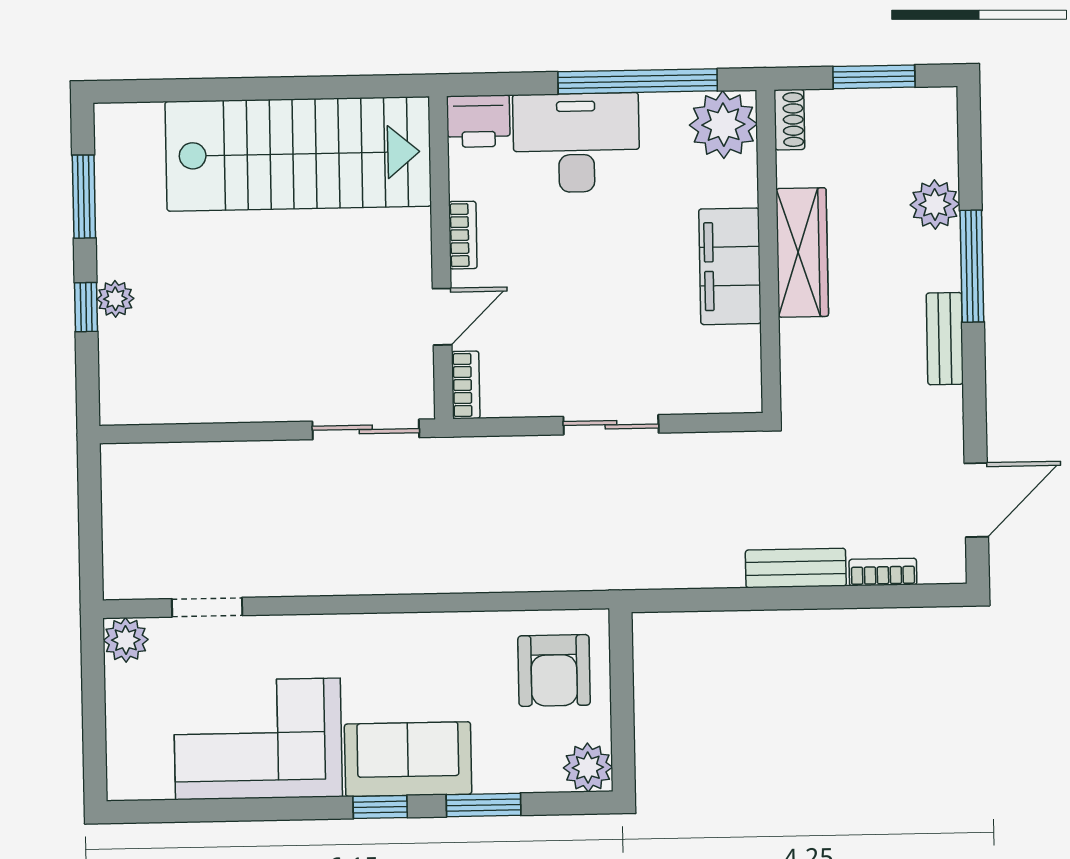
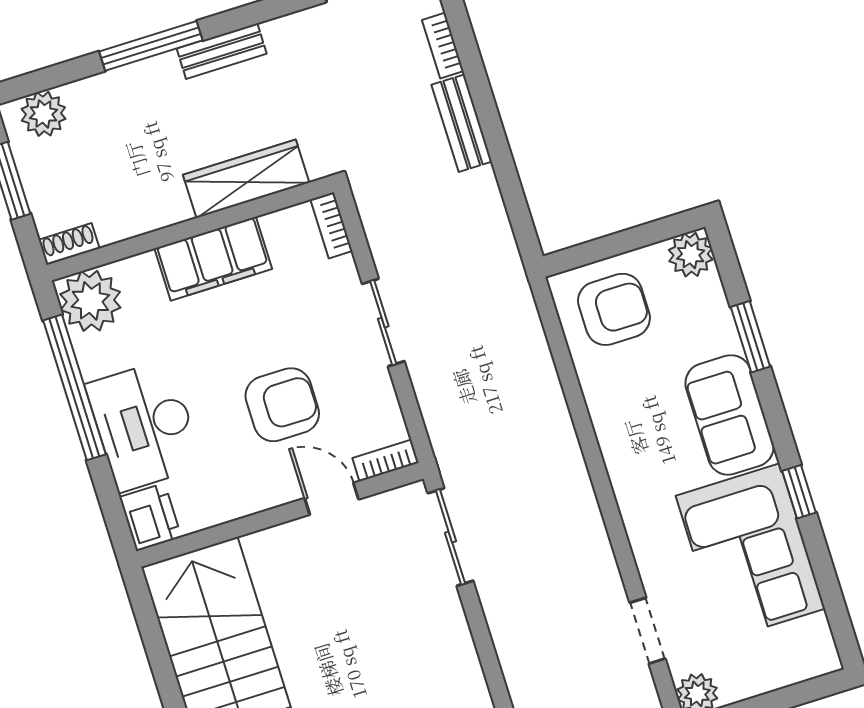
plant: (935, 204) -> (43, 114), moved
bookcase: (463, 235) -> (331, 225), moved, turned -90
wardrobe: (802, 252) -> (246, 179), moved
armchair: (556, 294) -> (282, 405), added
window: (380, 807) -> (799, 492), moved

